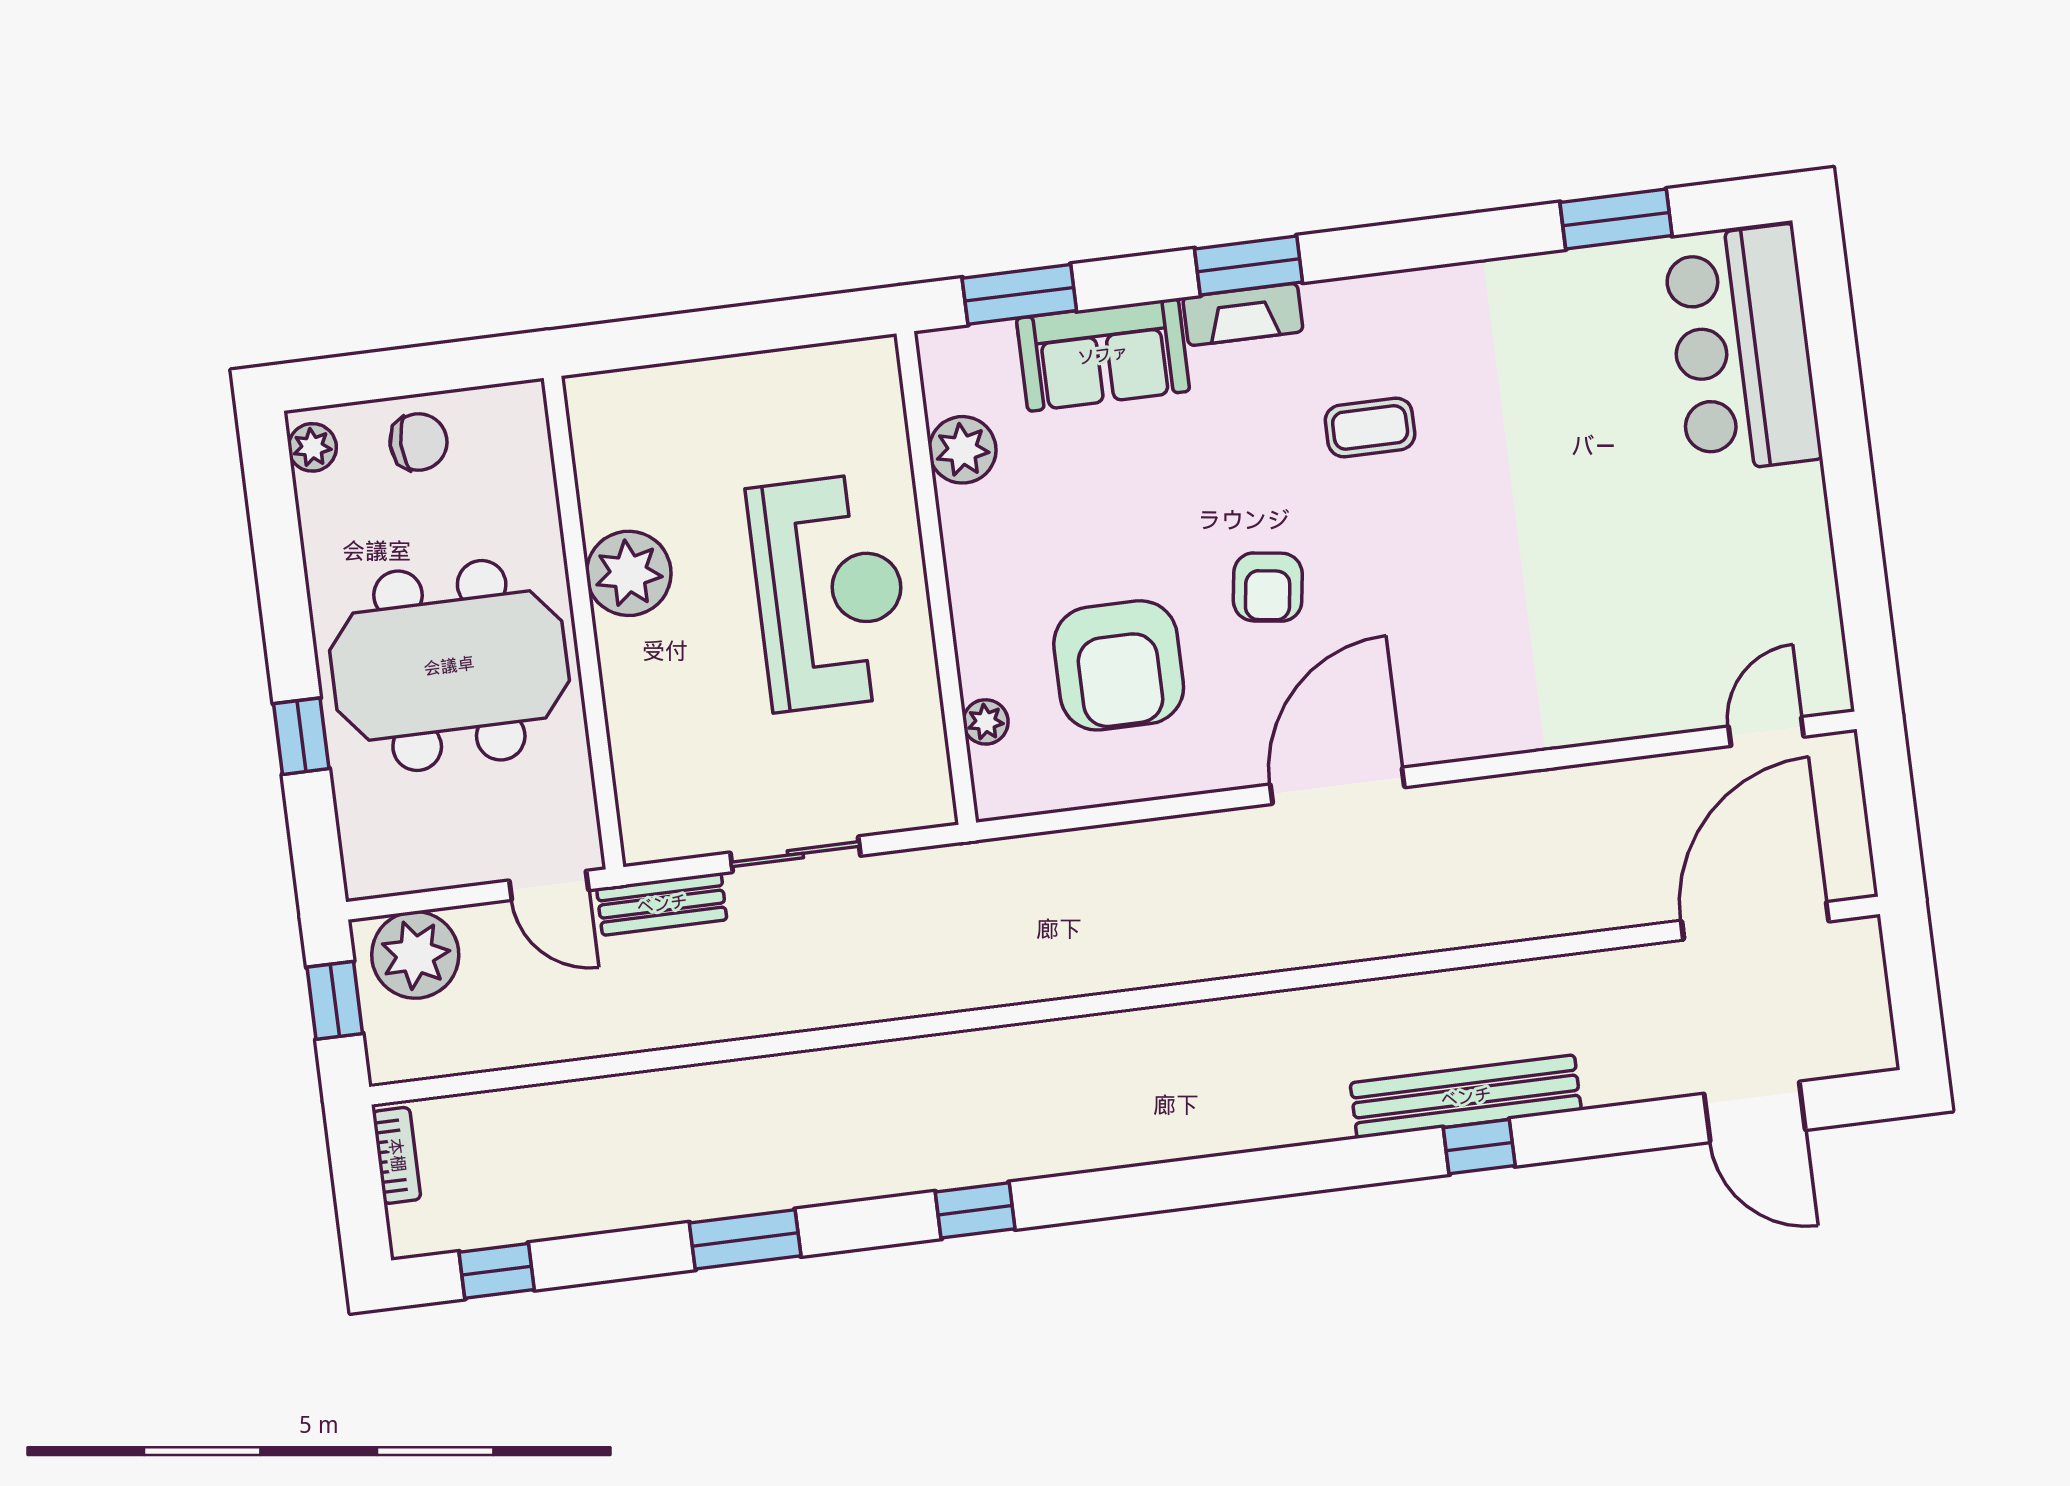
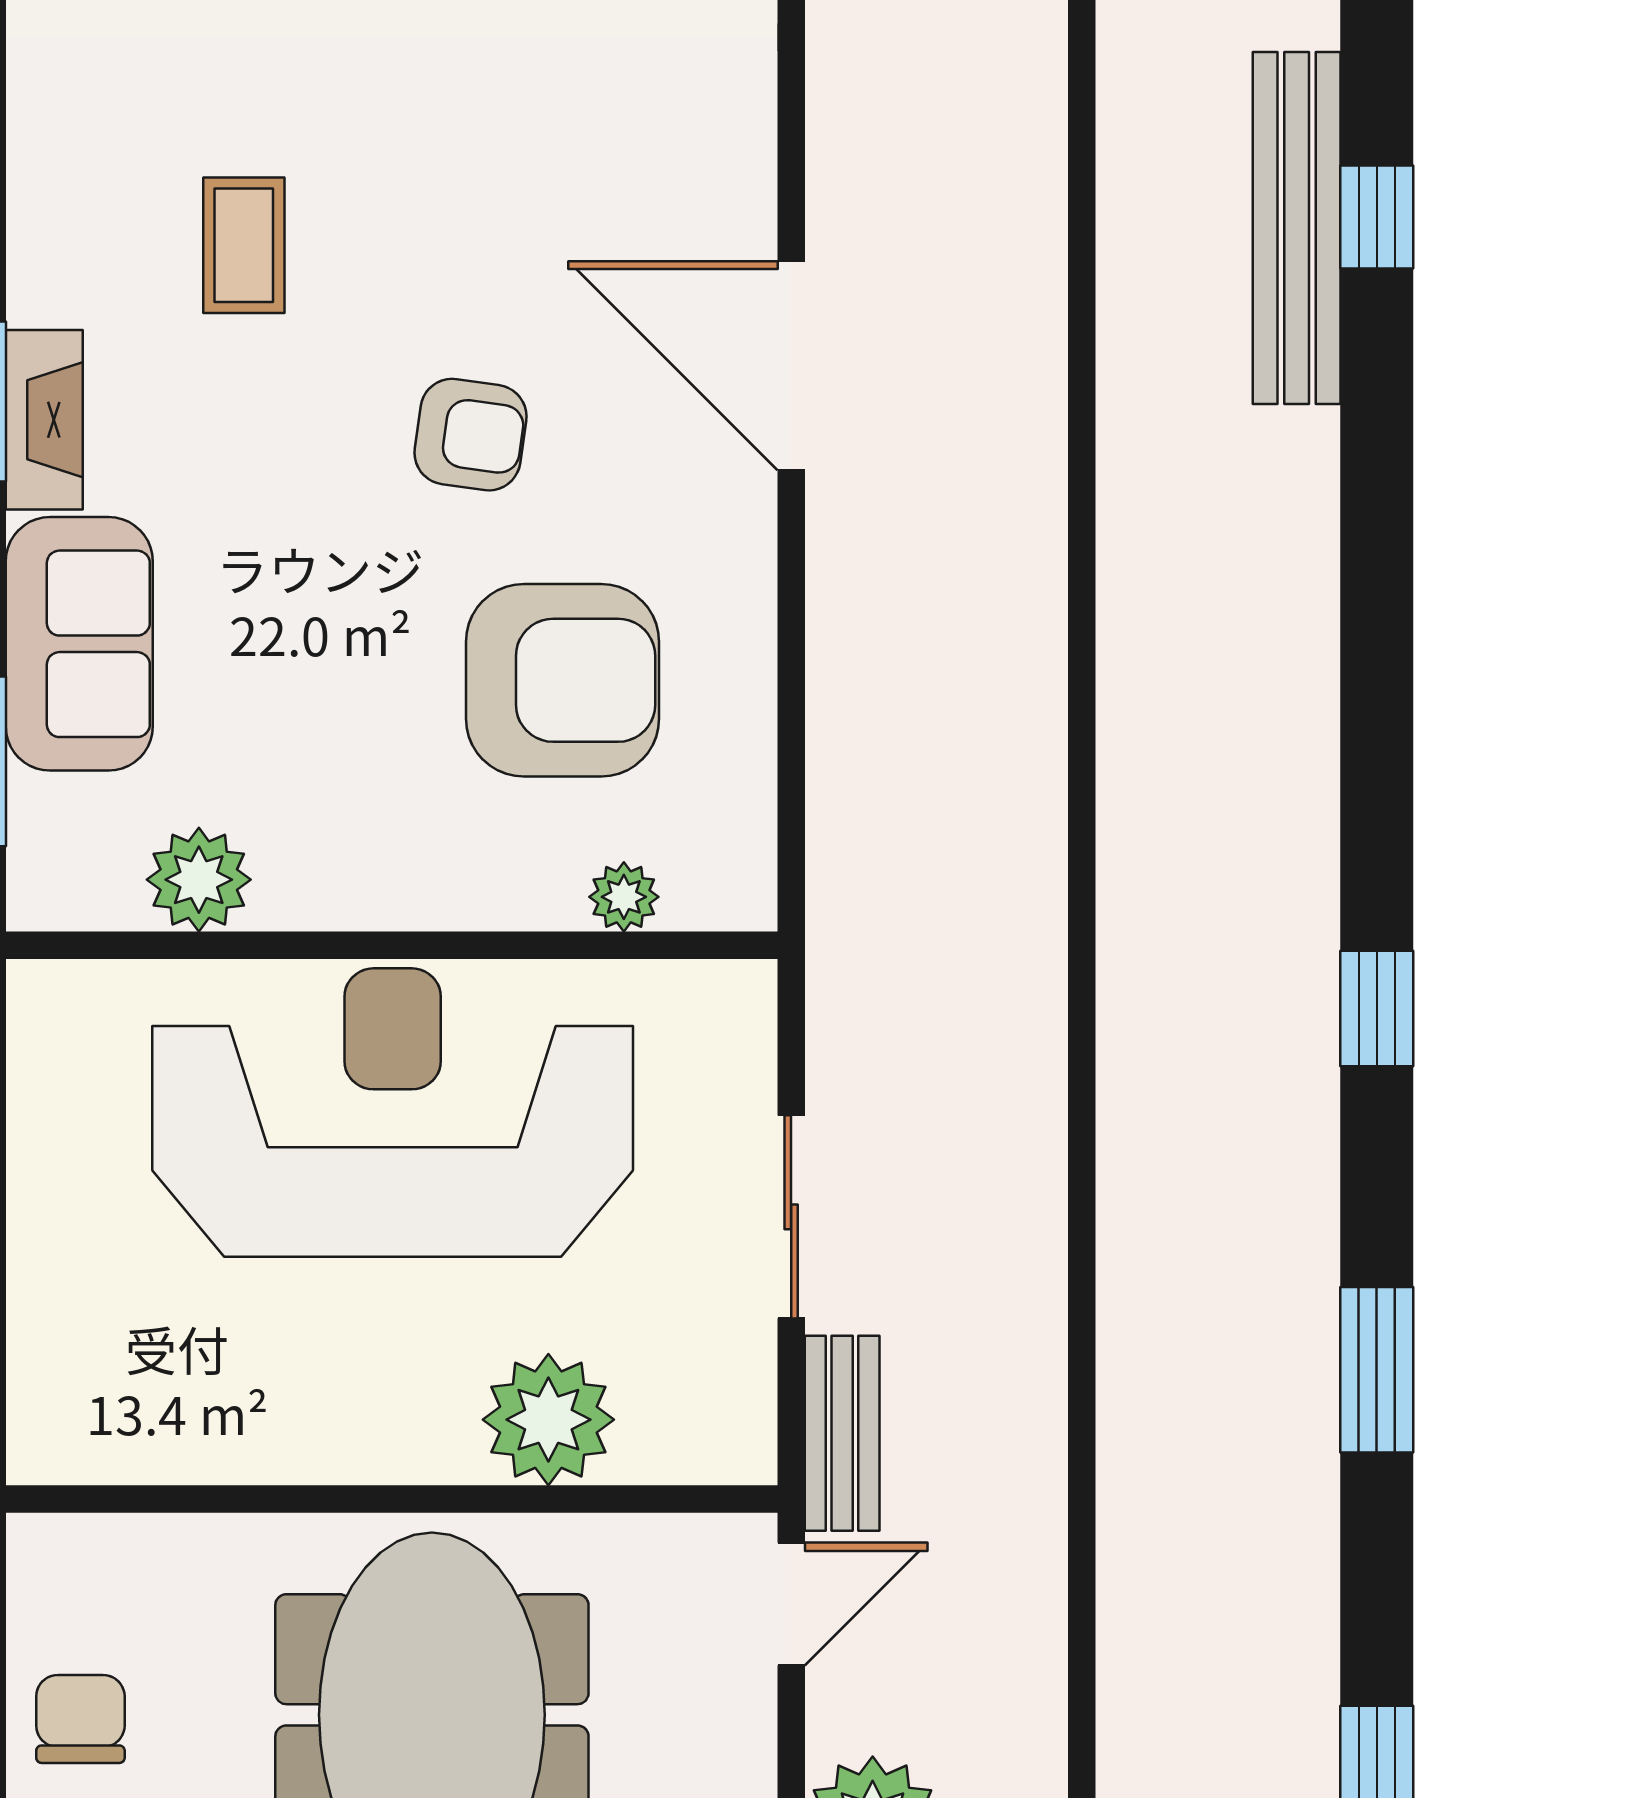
plant: (629, 573) -> (548, 1420), moved
reception desk: (830, 592) -> (393, 1113), width x1.36, depth x1.30

